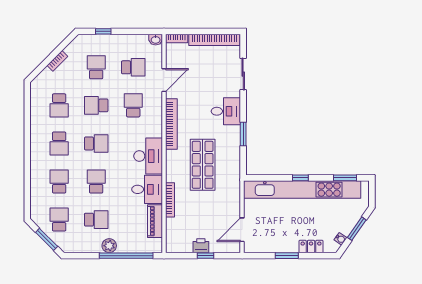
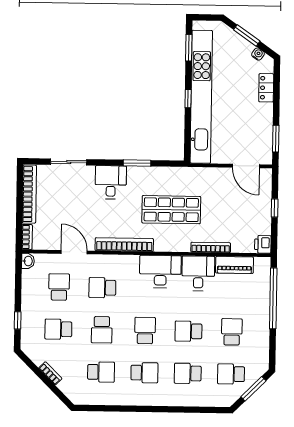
plant: (109, 246) -> (262, 317), removed
printer: (201, 246) -> (263, 244), moved
window: (287, 256) -> (276, 139), moved

